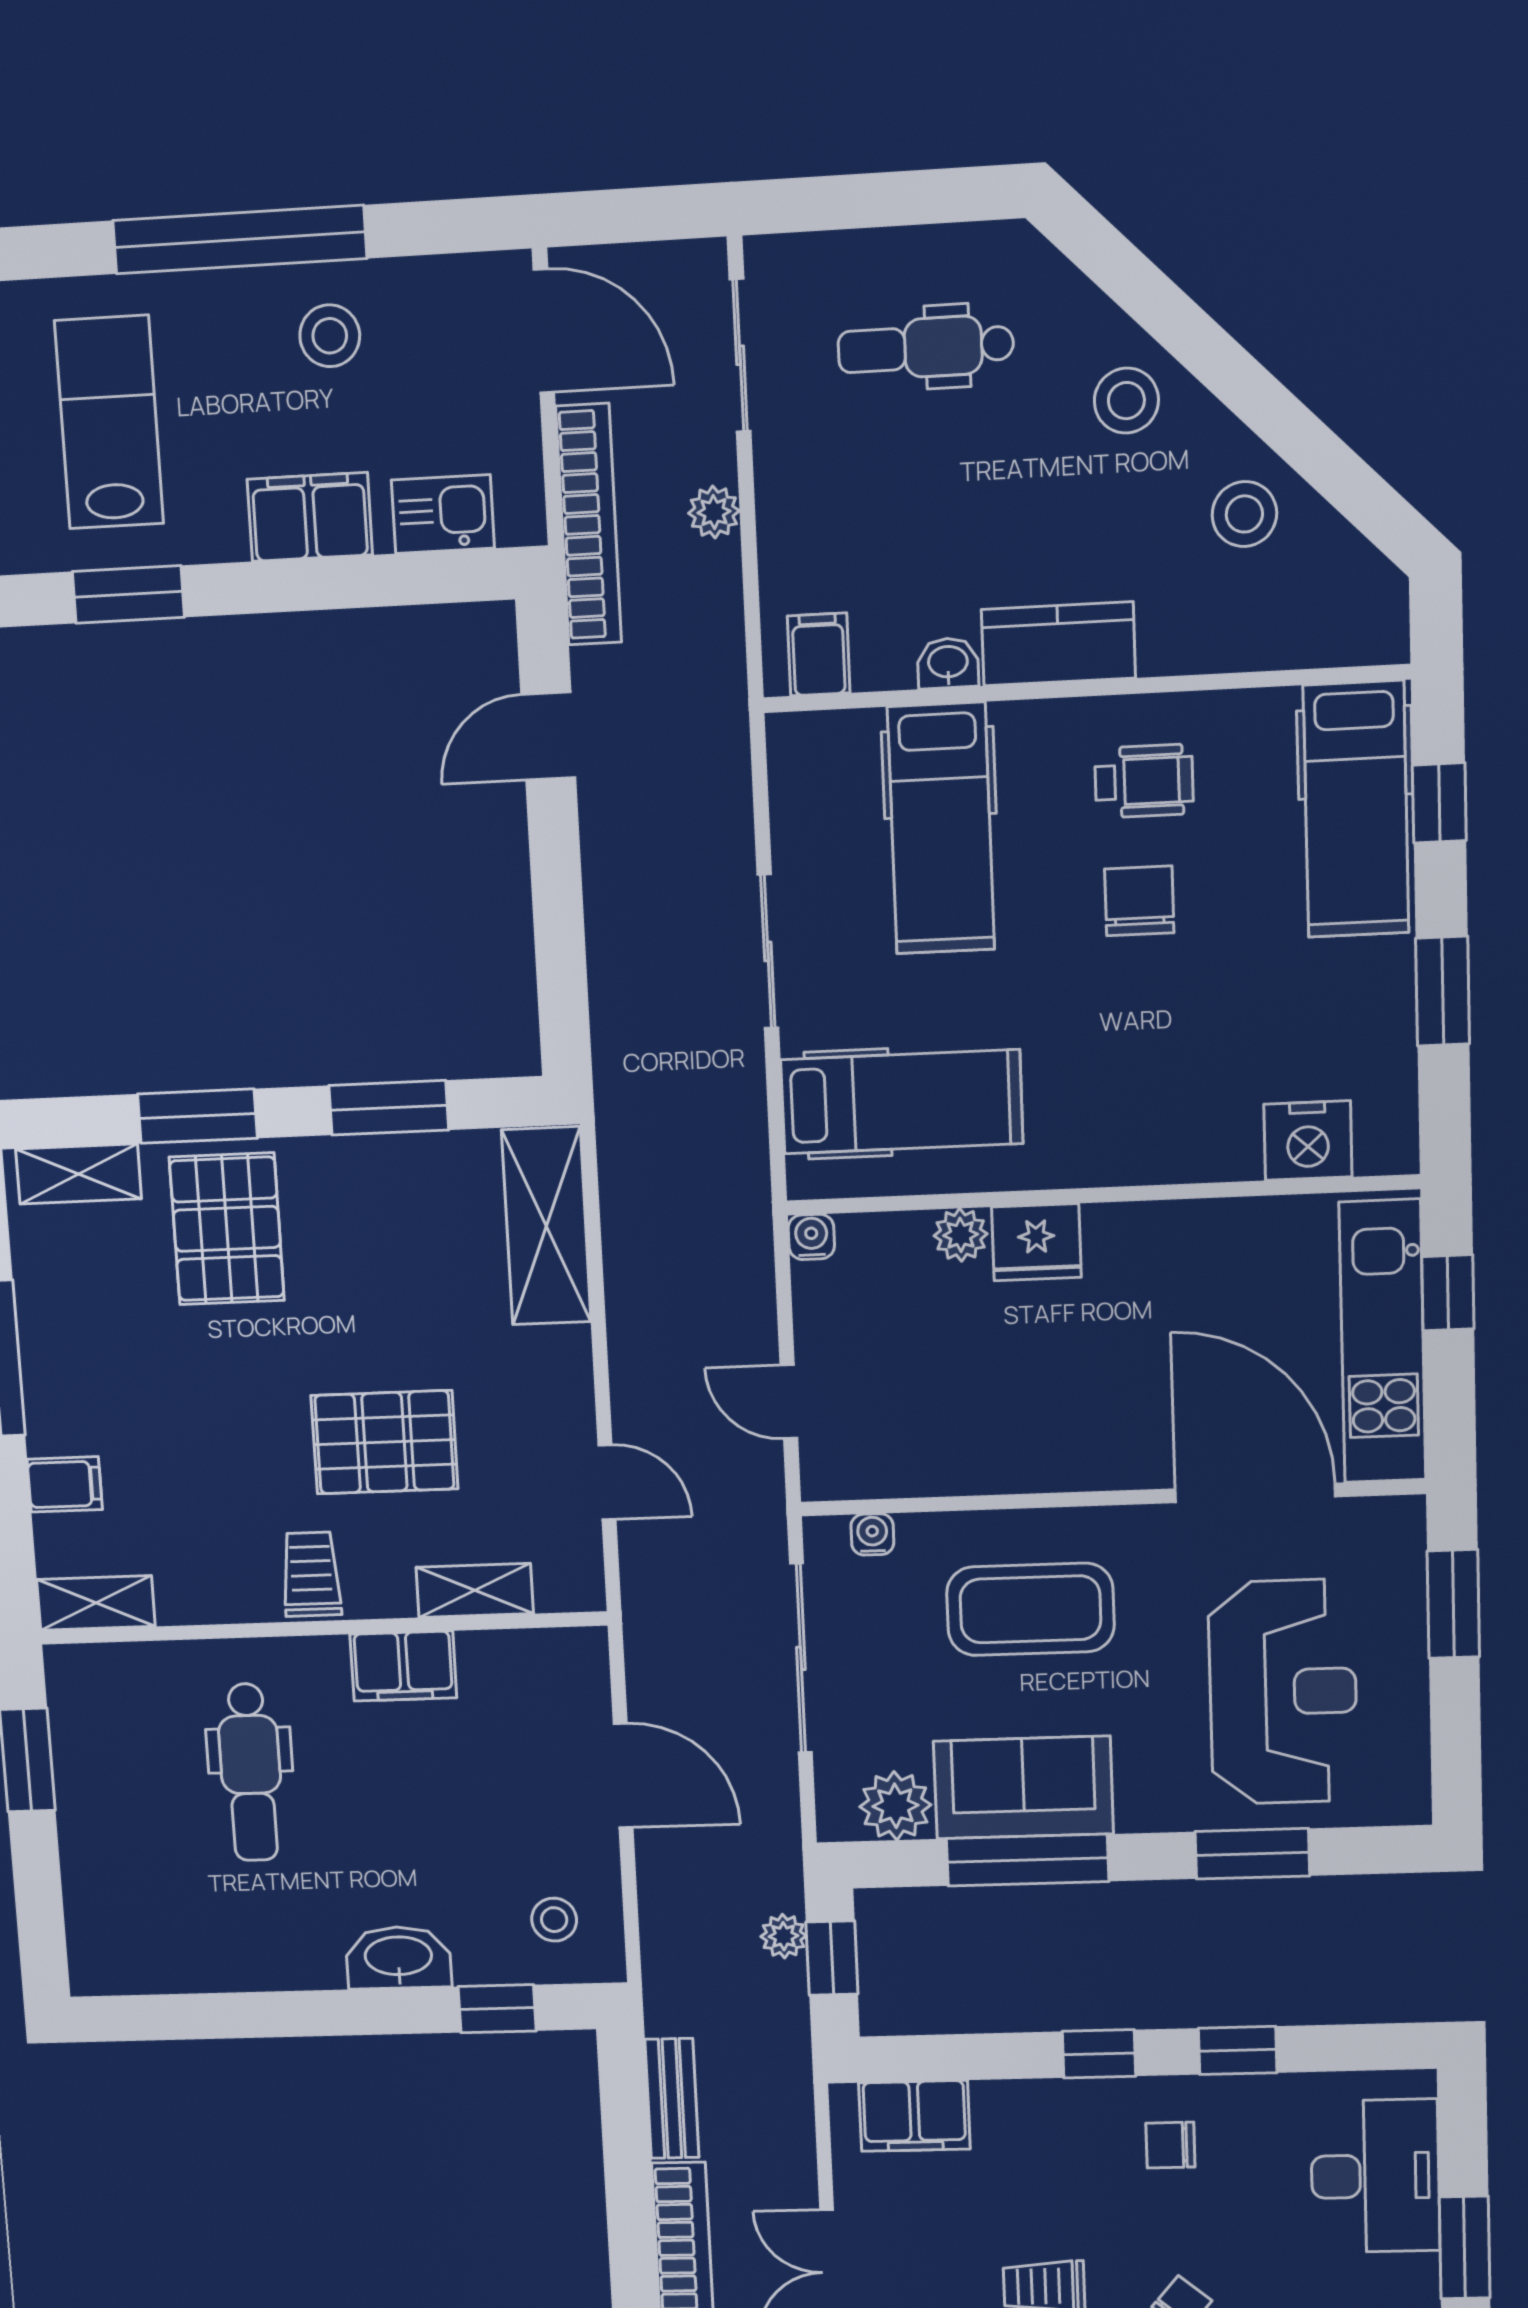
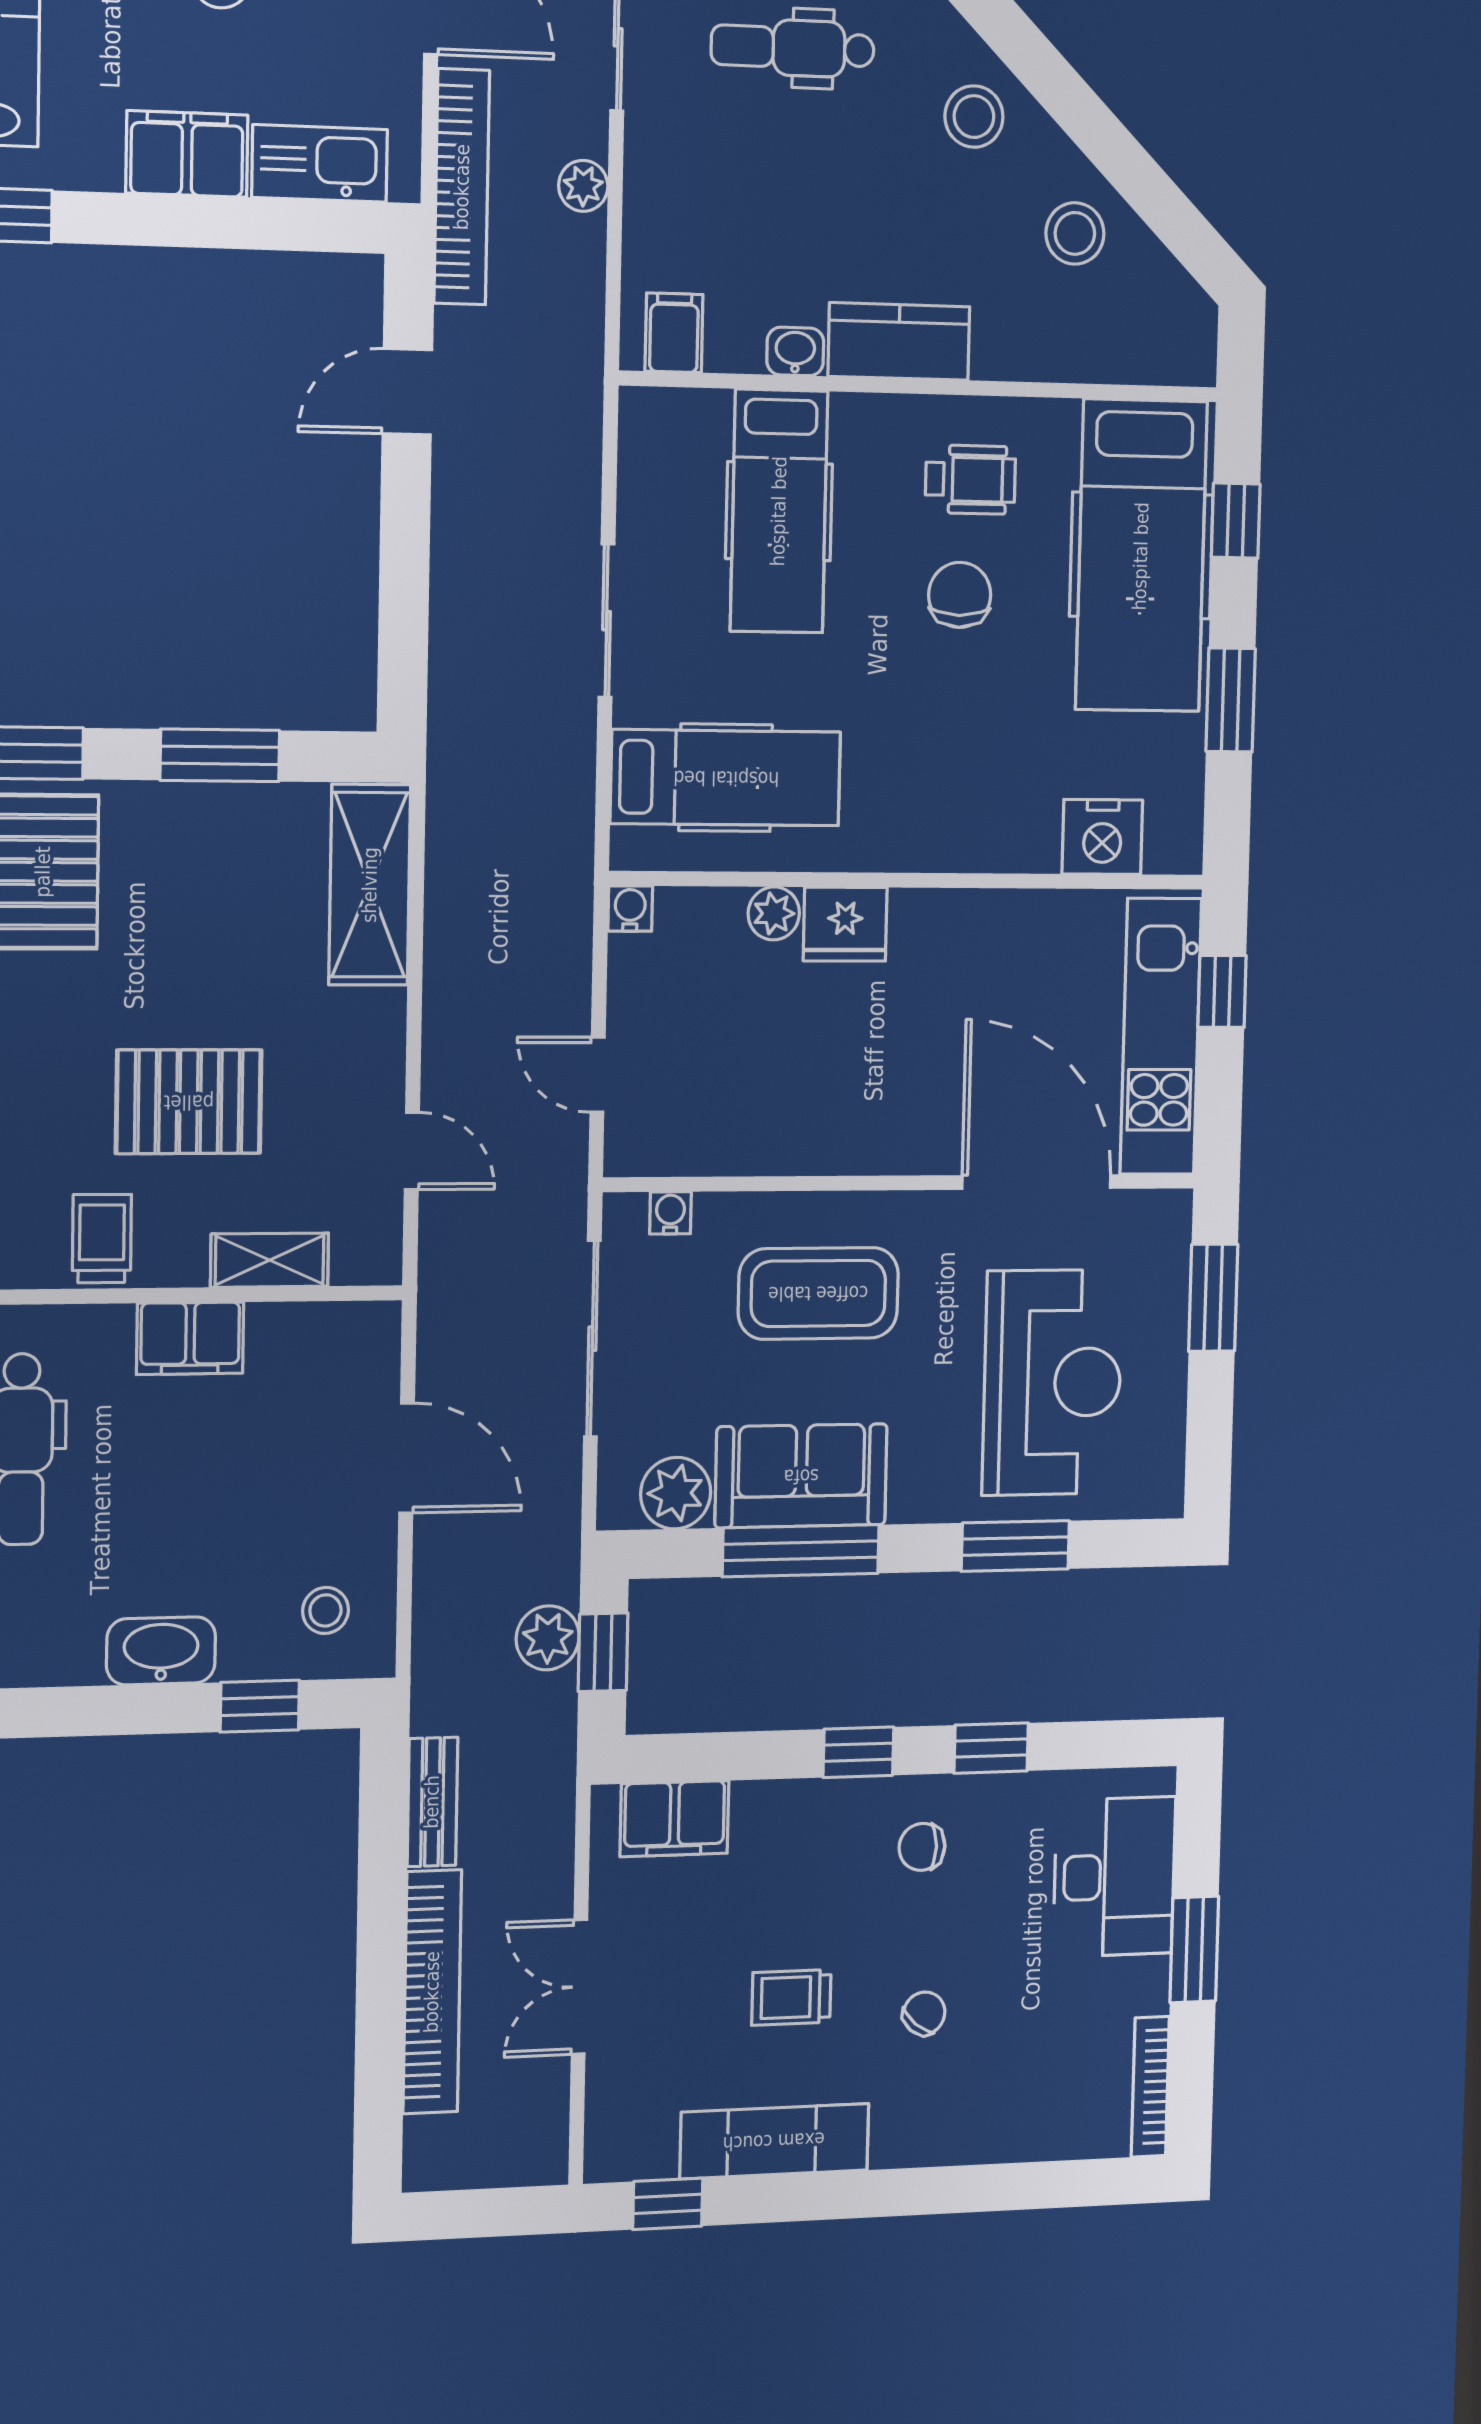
kitchen sink: (443, 514) -> (320, 163), width x1.38
hospital bed: (1356, 809) -> (1141, 556), width x1.37, depth x1.29
plant: (784, 1936) -> (548, 1638), width x1.38, depth x1.38

